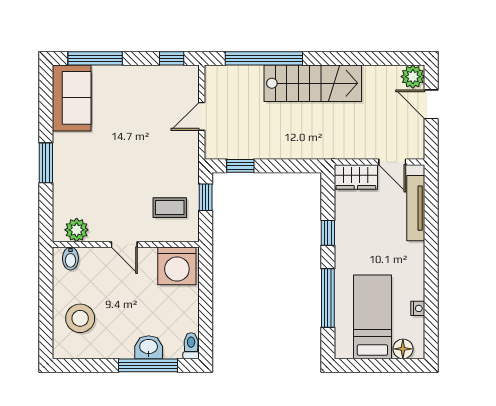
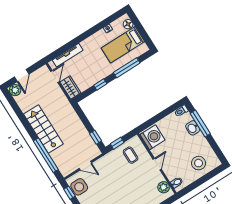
side table: (171, 82) -> (79, 187), added

